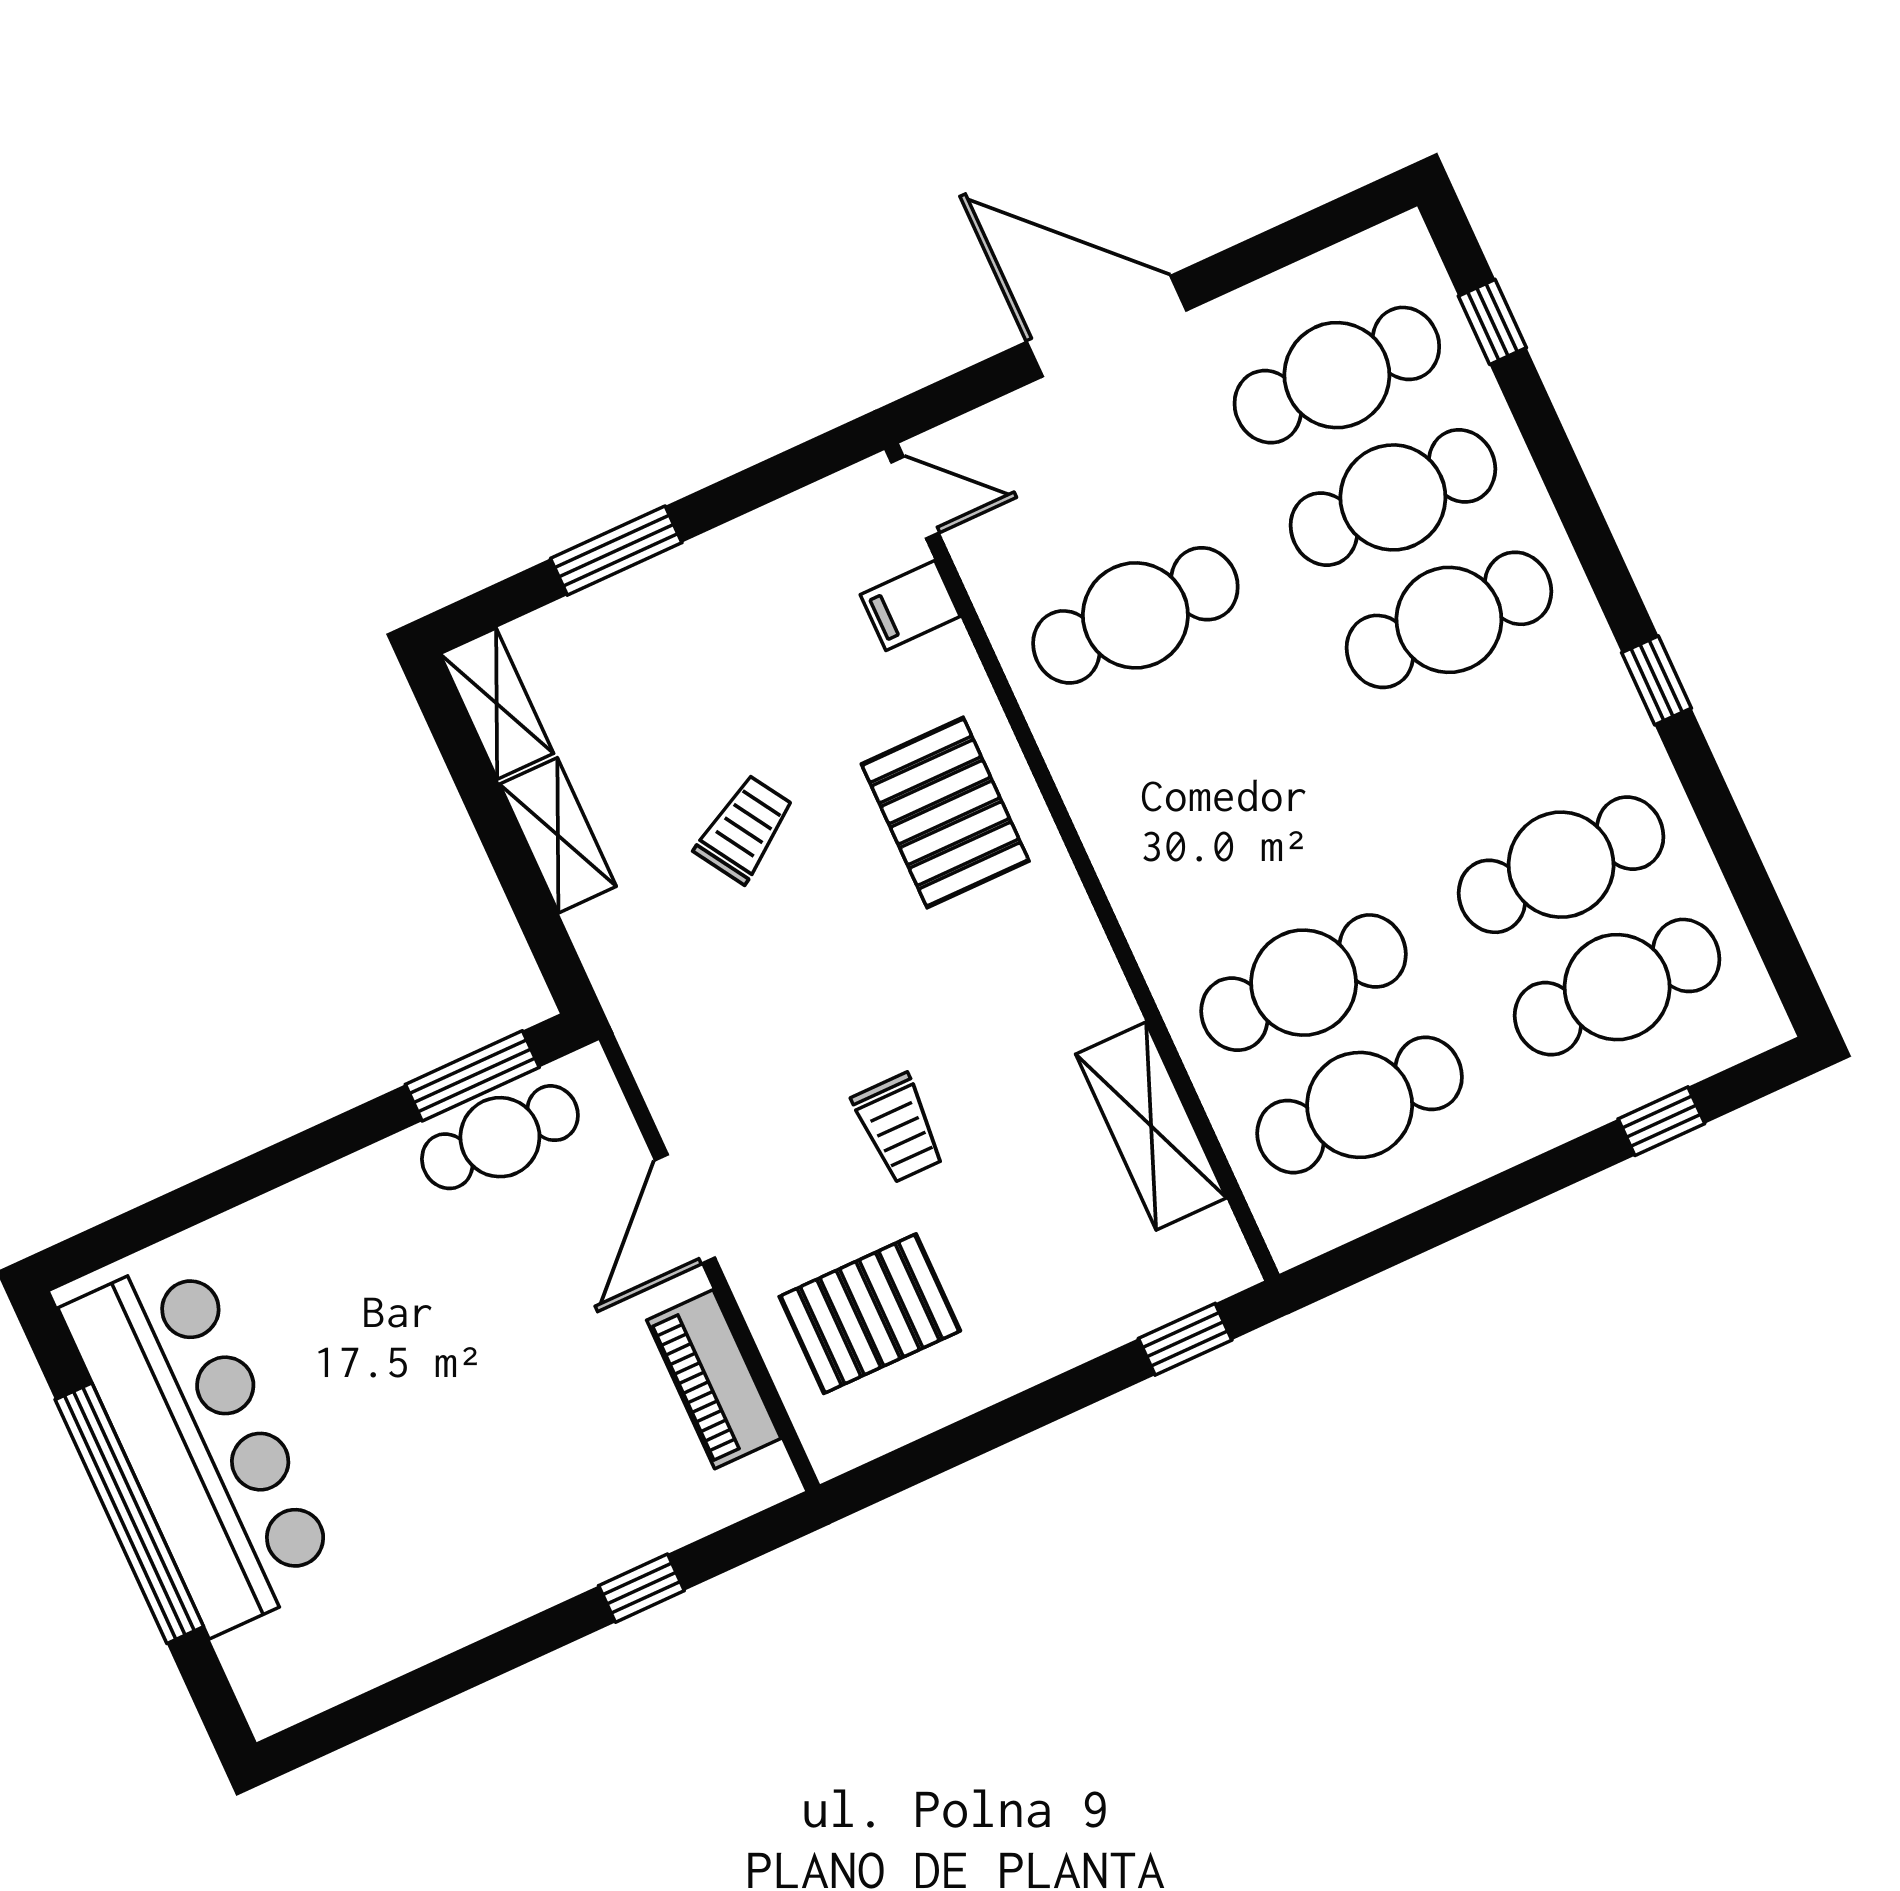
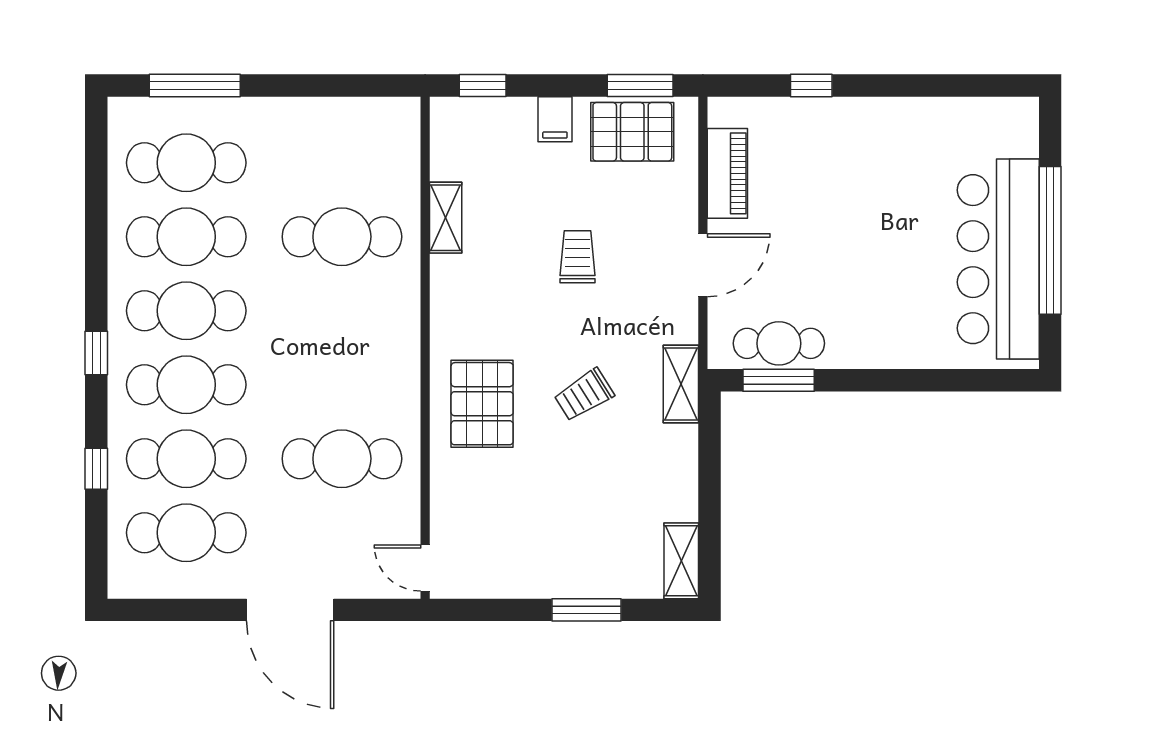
window: (1492, 322) -> (96, 469), moved
filing cabinet: (910, 605) -> (555, 119), moved, turned 90
window: (1657, 680) -> (96, 353), moved
trolley: (745, 829) -> (584, 395), moved
shelving: (558, 835) -> (681, 384), moved
cafe table: (1360, 1105) -> (186, 311), moved
window: (1661, 1121) -> (195, 86), width x2.17
shelving: (1151, 1126) -> (446, 218), width x0.67, depth x0.75
pallet: (870, 1314) -> (632, 132), moved
window: (925, 1458) -> (640, 86), added

